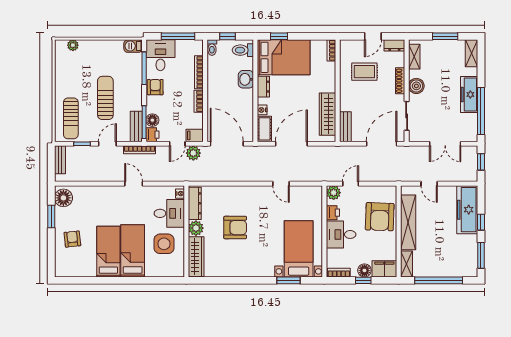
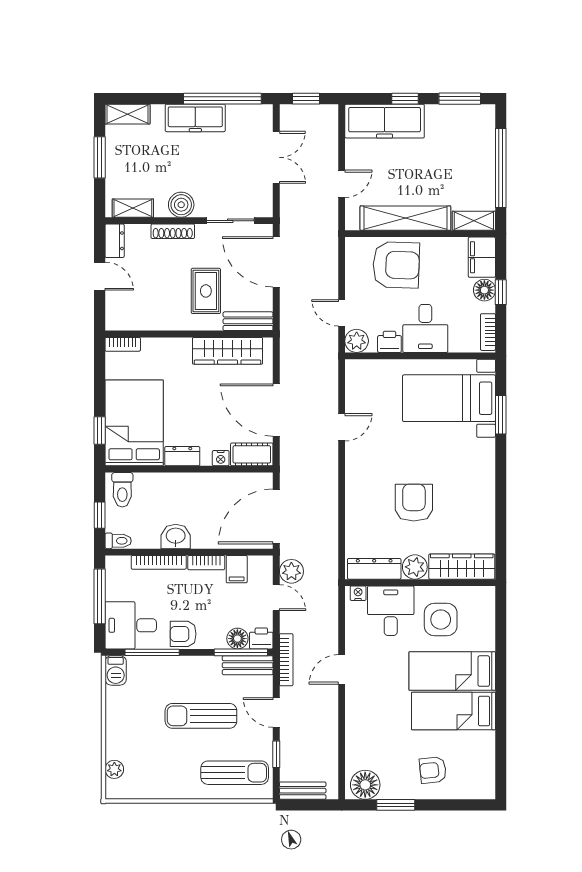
rug: (364, 72) -> (206, 291), moved
washbasin: (246, 79) -> (176, 536), moved, turned 180
filing cabinet: (195, 135) -> (237, 569), moved

